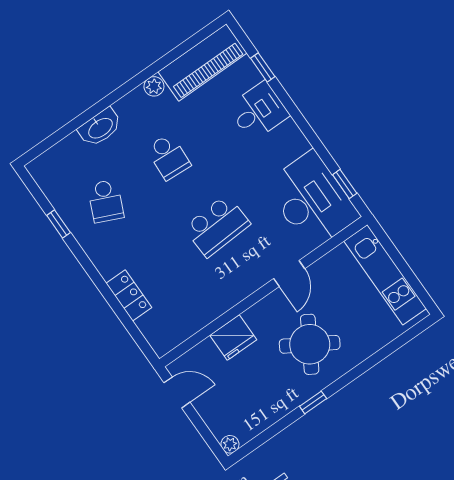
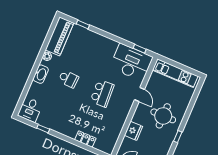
desk: (258, 111) -> (30, 110), moved, turned 180
washbasin: (100, 128) -> (41, 74), moved
school desk: (106, 201) -> (55, 110), removed
round table: (310, 344) -> (163, 116), turned -31

